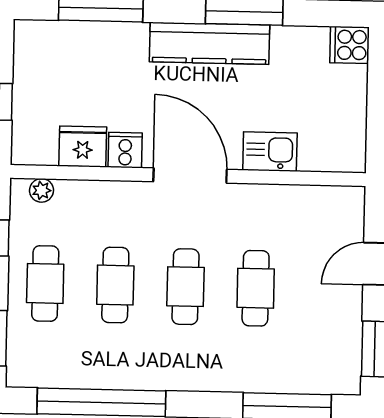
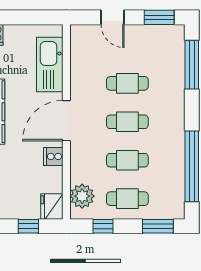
fridge: (83, 147) -> (52, 206), moved
kitchen sink: (270, 152) -> (50, 64), width x1.87, depth x1.24
plant: (42, 190) -> (82, 196), width x1.88, depth x1.88

